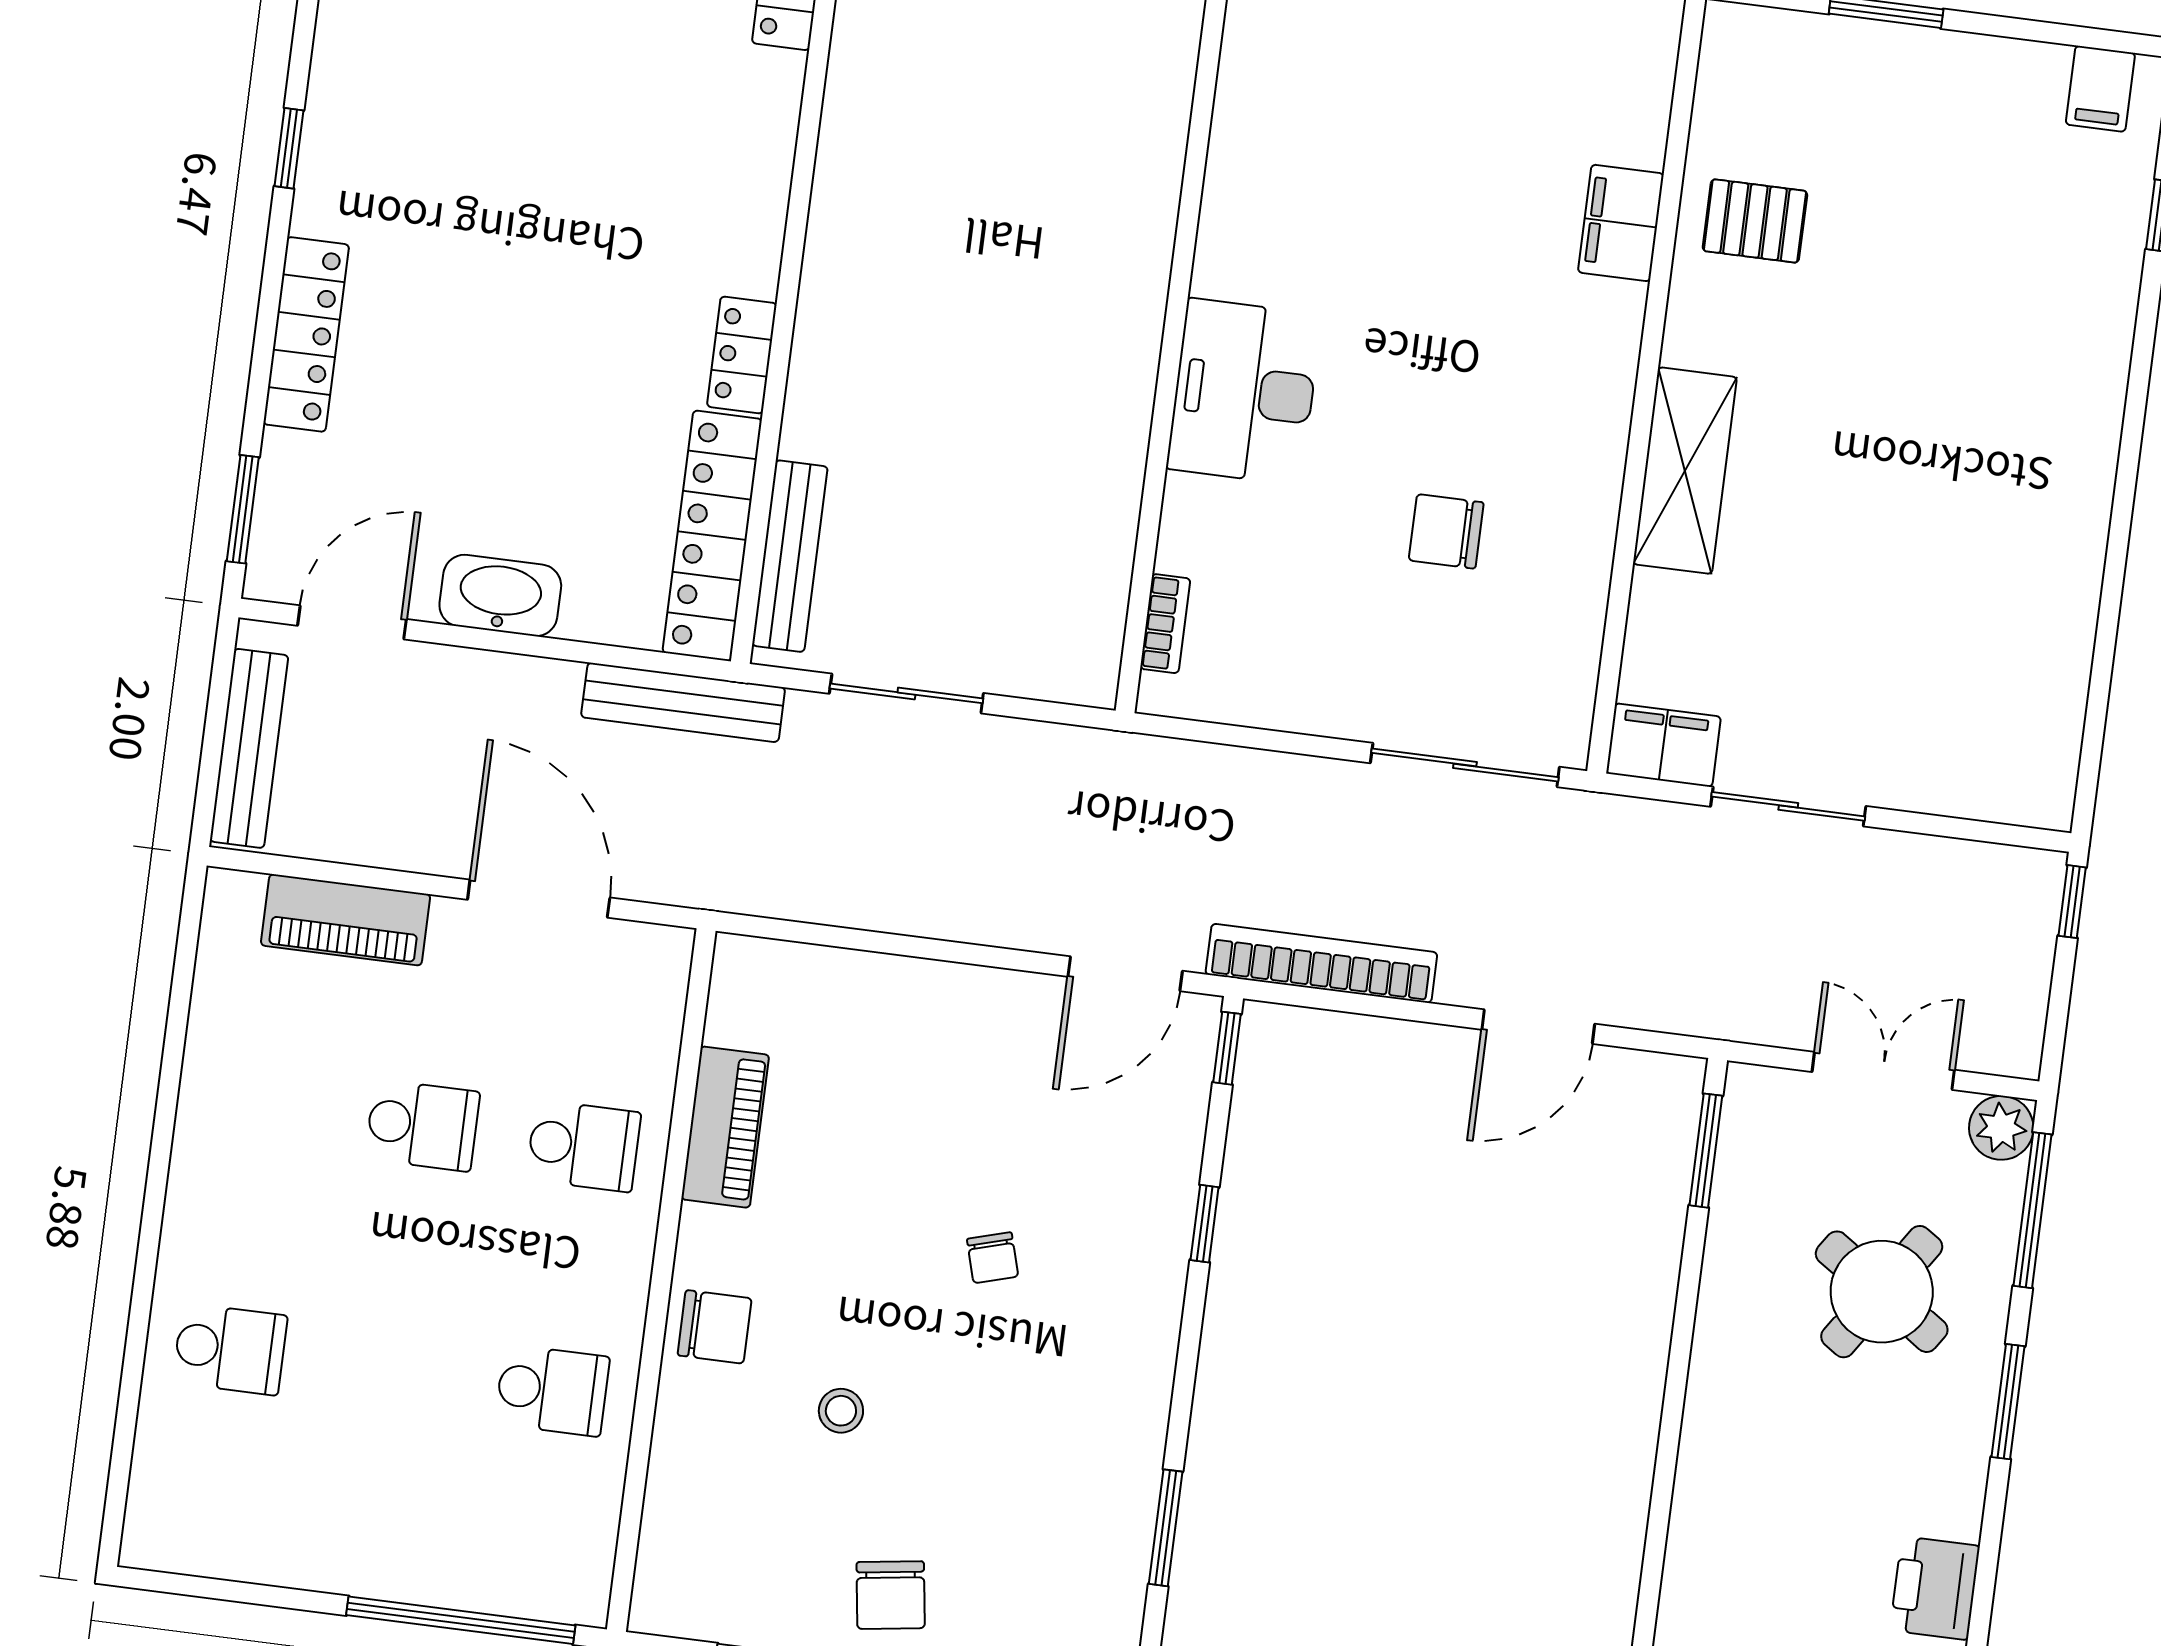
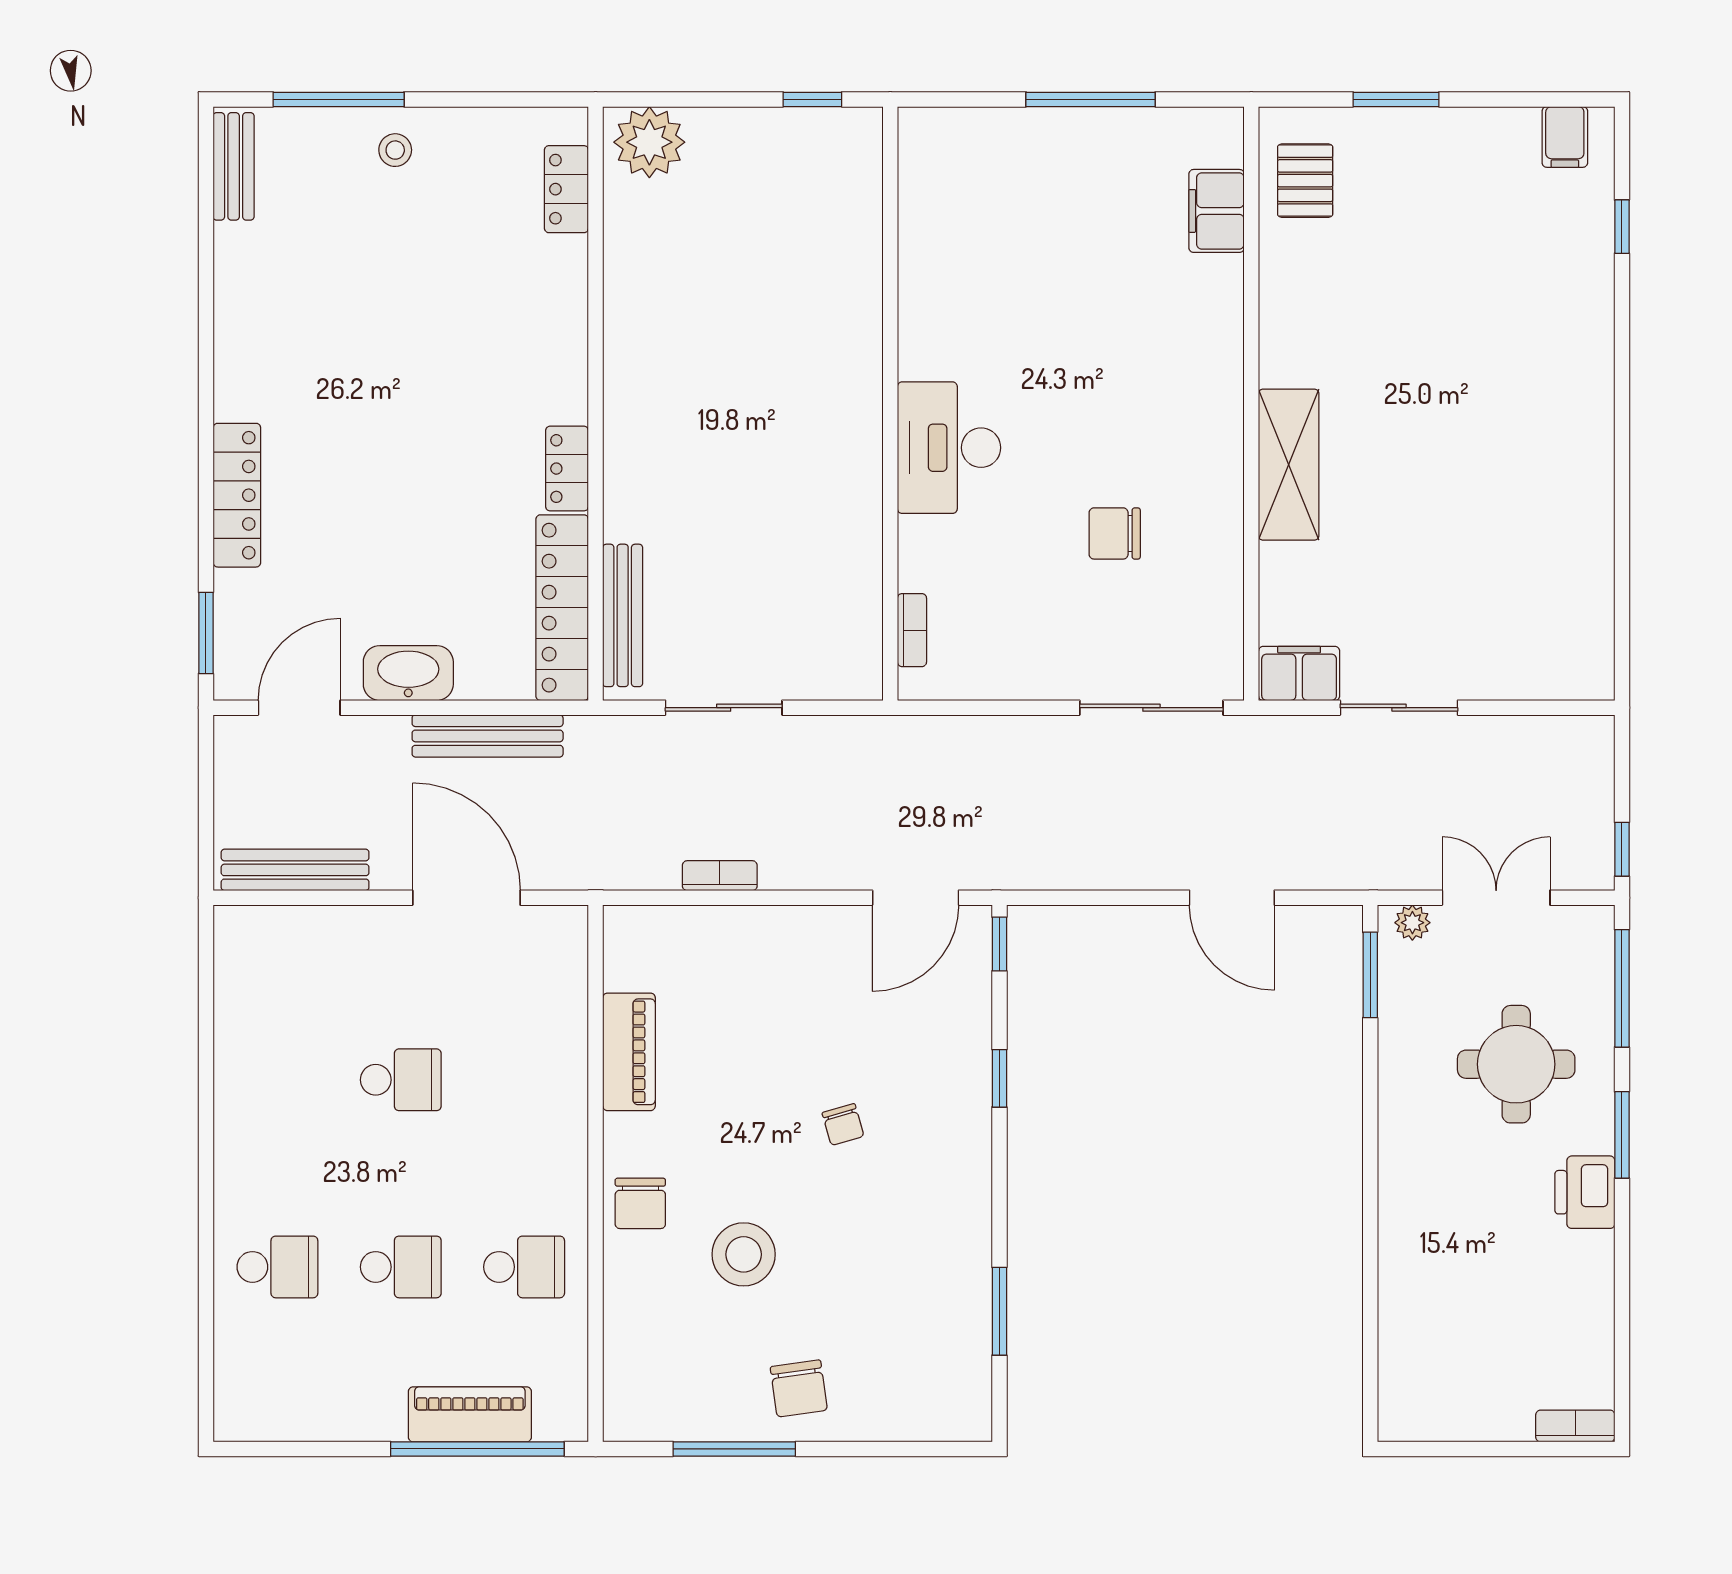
window: (289, 148) -> (206, 357), removed
pallet: (1755, 221) -> (1305, 181), moved, turned 90
filing cabinet: (1621, 223) -> (1217, 211), moved
bench: (683, 702) -> (488, 736), moved
bench: (249, 748) -> (295, 870), moved, turned 90
window: (2072, 902) -> (1622, 849), moved
piano: (346, 920) -> (470, 1414), moved, turned 180
bookcase: (1321, 963) -> (720, 876), moved, width x0.43, depth x0.76
door: (1538, 1027) -> (1232, 898), hinge flipped
plant: (2001, 1128) -> (1412, 923), moved, width x0.73, depth x0.73
school desk: (584, 1146) -> (401, 1267), moved
round table: (1882, 1292) -> (1516, 1064), turned -34
chair: (715, 1327) -> (640, 1203), turned 90
stool: (841, 1411) -> (744, 1254), width x1.89, depth x1.89
printer: (1935, 1588) -> (1585, 1192), moved

